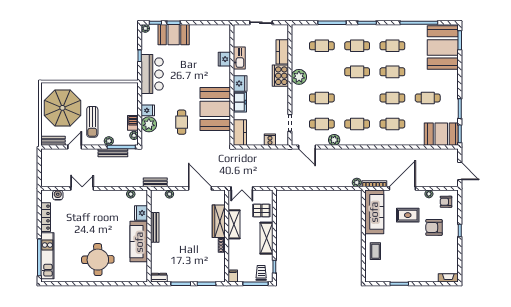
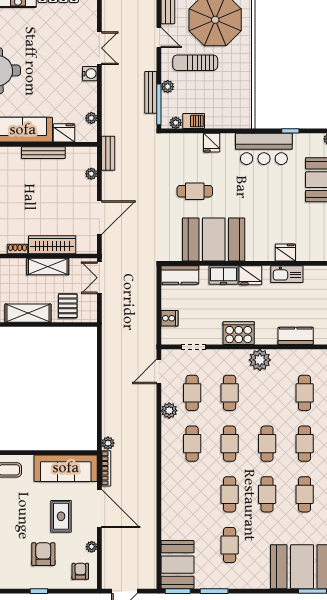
cooker: (280, 76) -> (239, 333), moved
plant: (149, 124) -> (192, 144), removed
cafe table: (392, 124) -> (230, 444), moved
water cooler: (58, 195) -> (90, 74), moved

